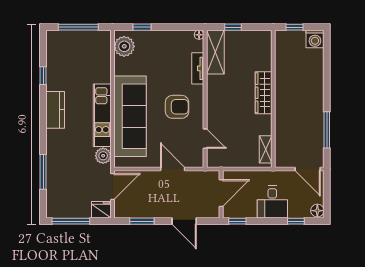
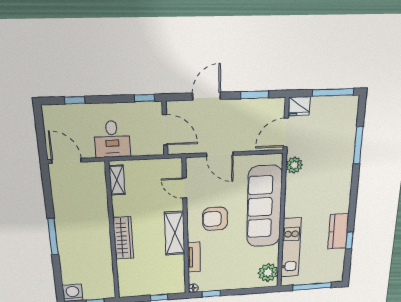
window: (142, 27) -> (211, 294), moved
shelving: (215, 52) -> (175, 233), moved
kitchen counter: (55, 110) -> (338, 231), moved
kitchen unit: (102, 115) -> (291, 248), moved
window: (327, 130) -> (53, 237), moved
door: (221, 193) -> (165, 130), swing flipped
desk: (272, 202) -> (112, 139), moved, turned 180
floor lamp: (317, 211) -> (50, 114), removed
door: (184, 221) -> (206, 96), hinge flipped

